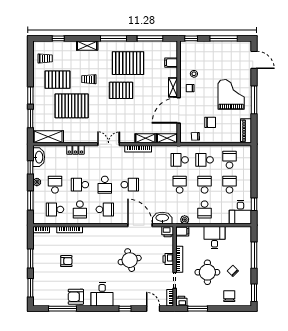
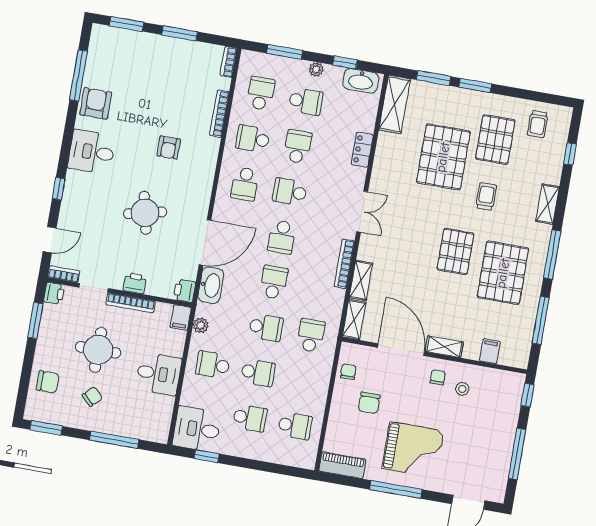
school desk: (205, 160) -> (274, 282), moved
armchair: (66, 261) -> (169, 148), moved

